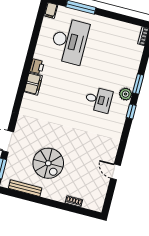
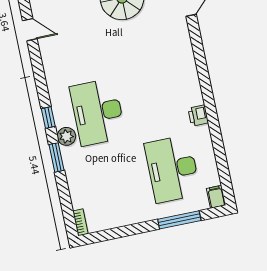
filing cabinet: (33, 84) -> (192, 91), removed
desk: (99, 100) -> (98, 112), width x1.87, depth x1.30

